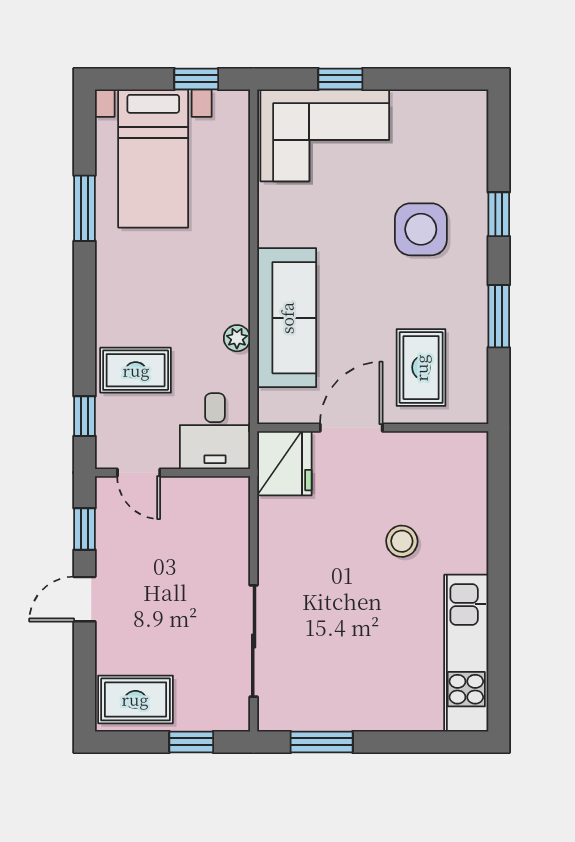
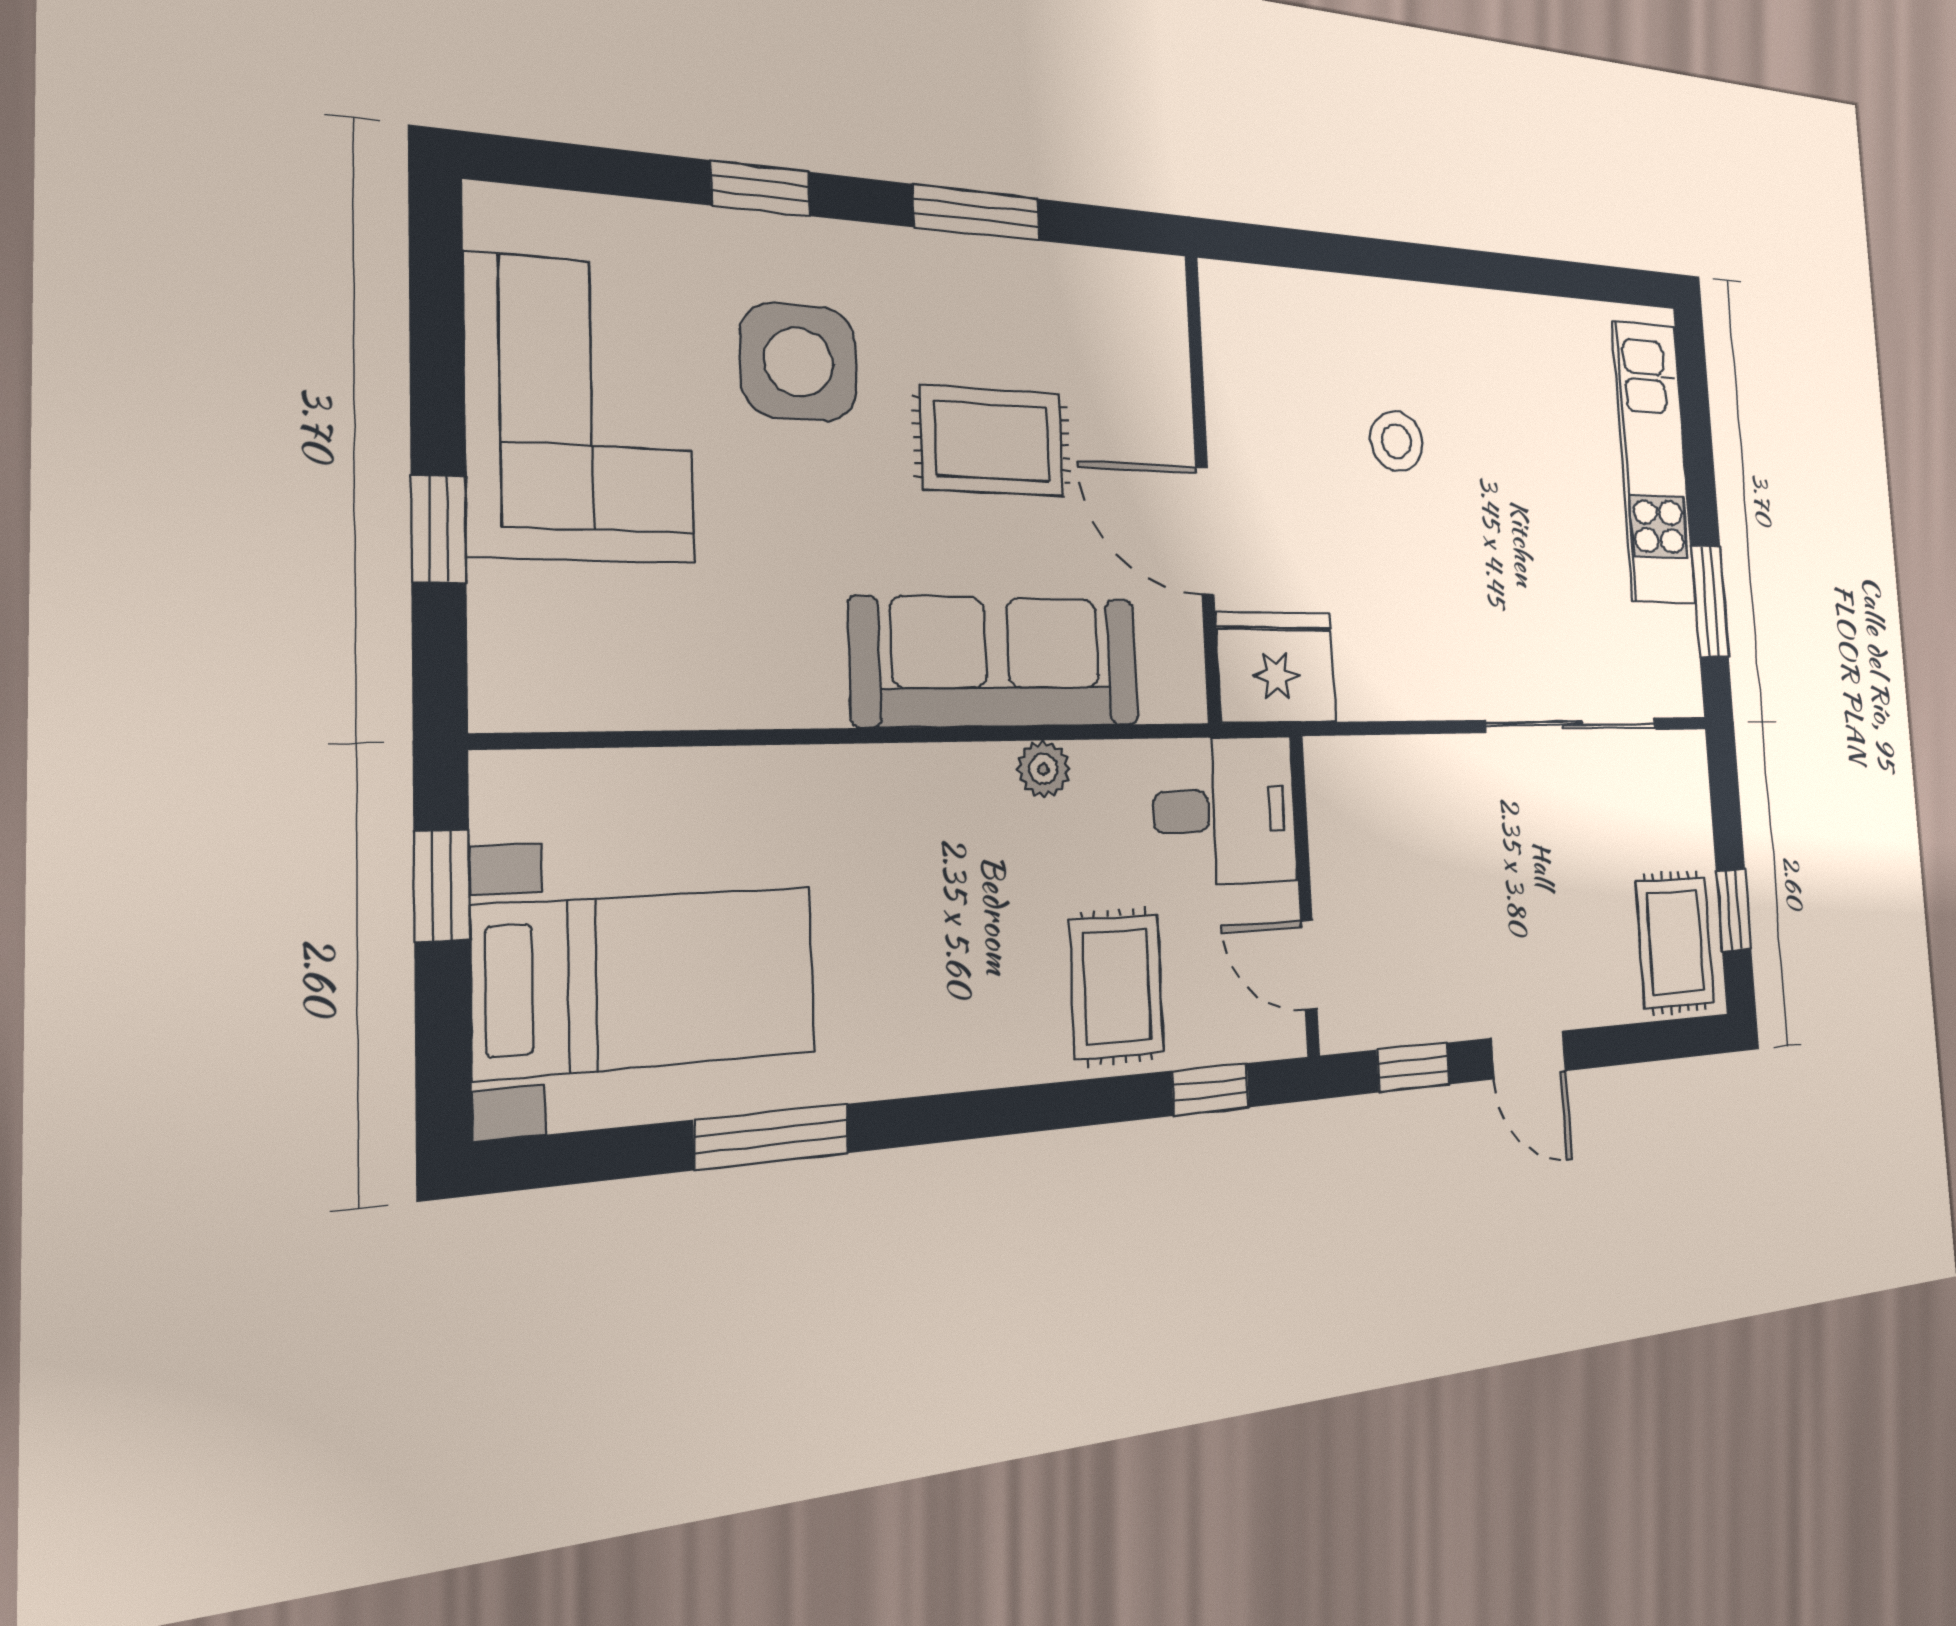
corner sofa: (325, 135) -> (580, 409), moved
rug: (421, 368) -> (992, 441), moved
door: (139, 473) -> (1309, 965), swing flipped
kitchen unit: (466, 653) -> (1654, 462), moved, turned 90
window: (191, 742) -> (1734, 910), moved

